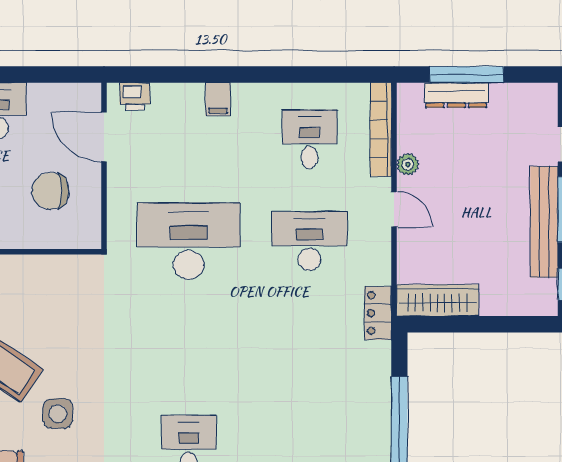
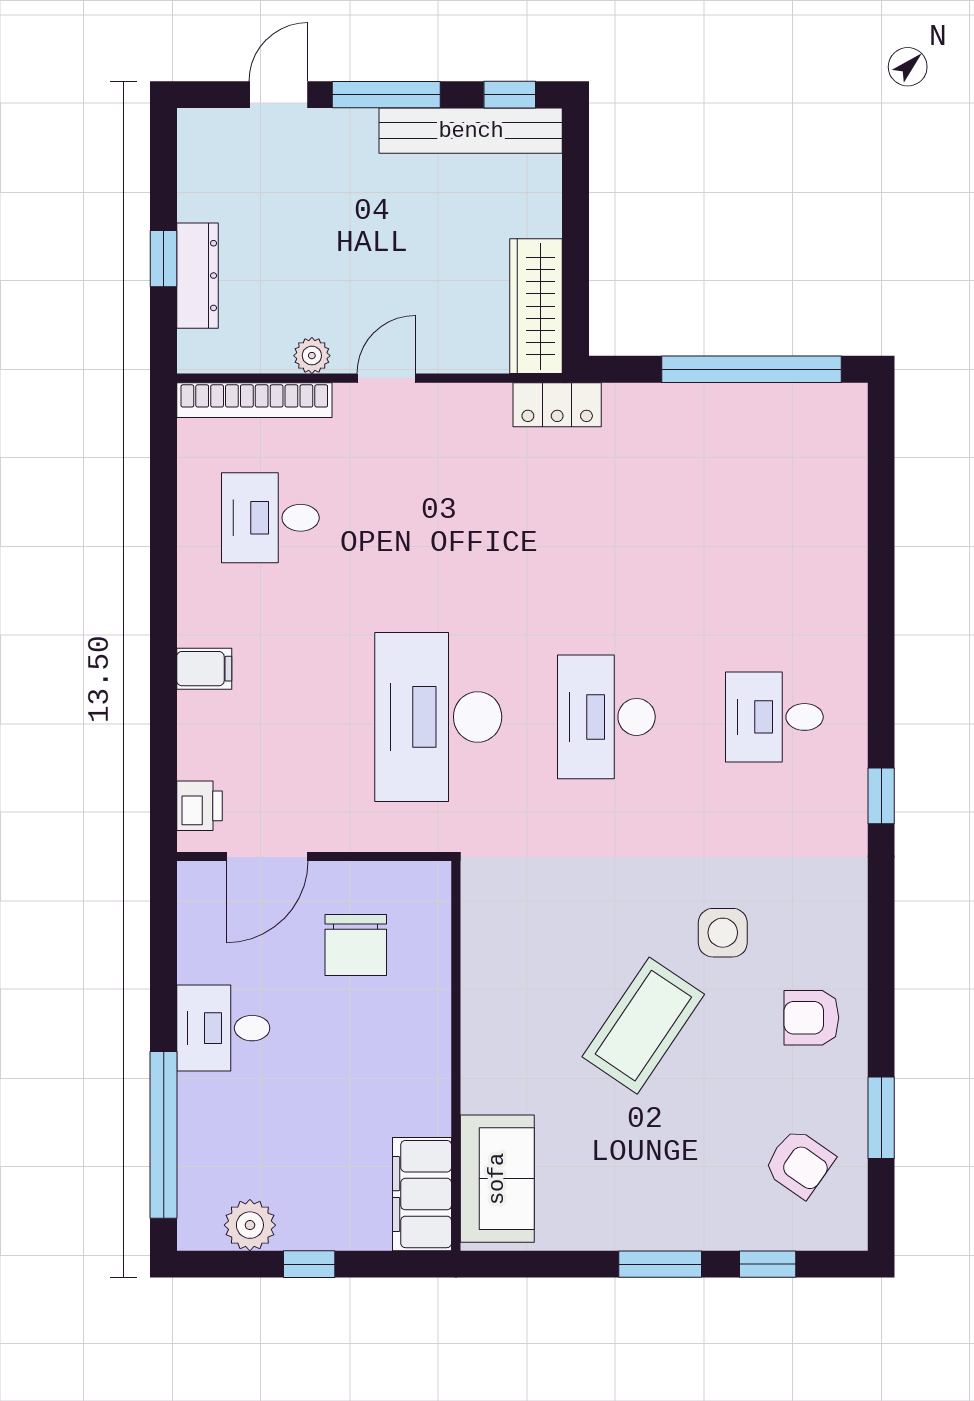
window: (467, 74) -> (164, 259), width x0.46
bench: (544, 222) -> (471, 131), moved
desk: (309, 241) -> (606, 717), moved

